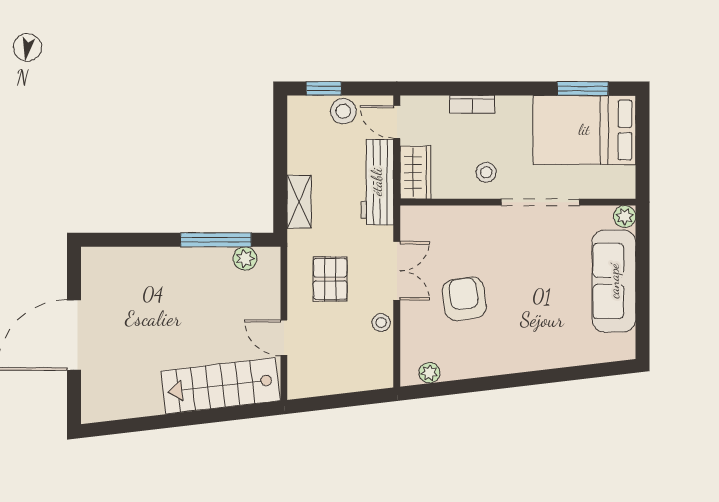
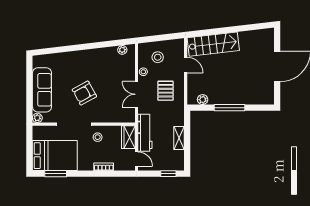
stool: (343, 111) -> (158, 57), moved
shelving: (299, 202) -> (179, 138), moved
window: (216, 240) -> (229, 108), moved
armchair: (464, 299) -> (84, 93), moved, turned 69

